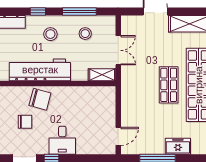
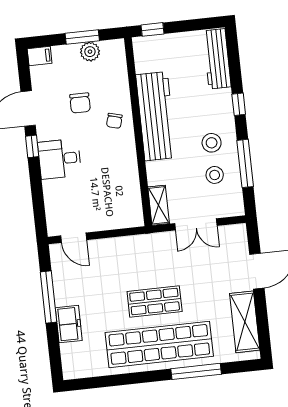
stool: (50, 34) -> (212, 143), moved
chair: (40, 99) -> (114, 121), width x0.54, depth x0.54

